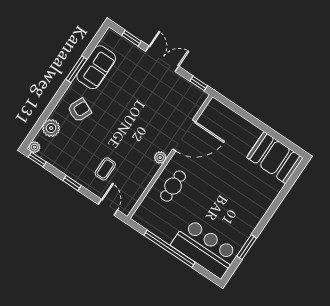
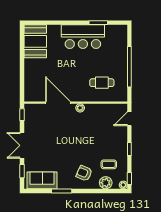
sofa: (96, 67) -> (42, 180), moved
coffee table: (105, 169) -> (109, 164), moved
cafe table: (173, 186) -> (102, 83), moved
bar counter: (205, 248) -> (83, 37), moved, turned -90

